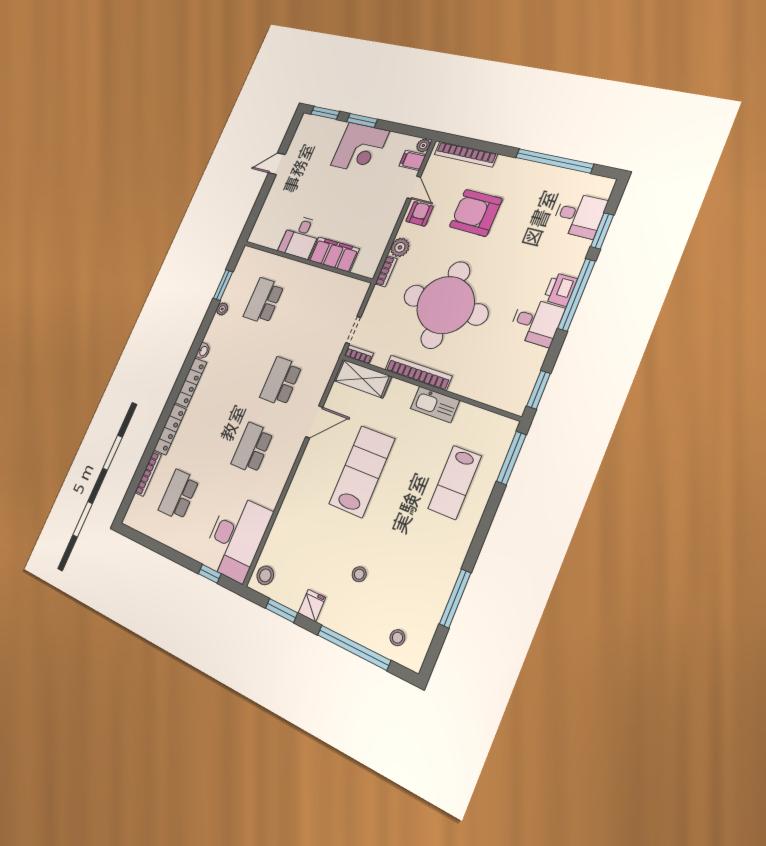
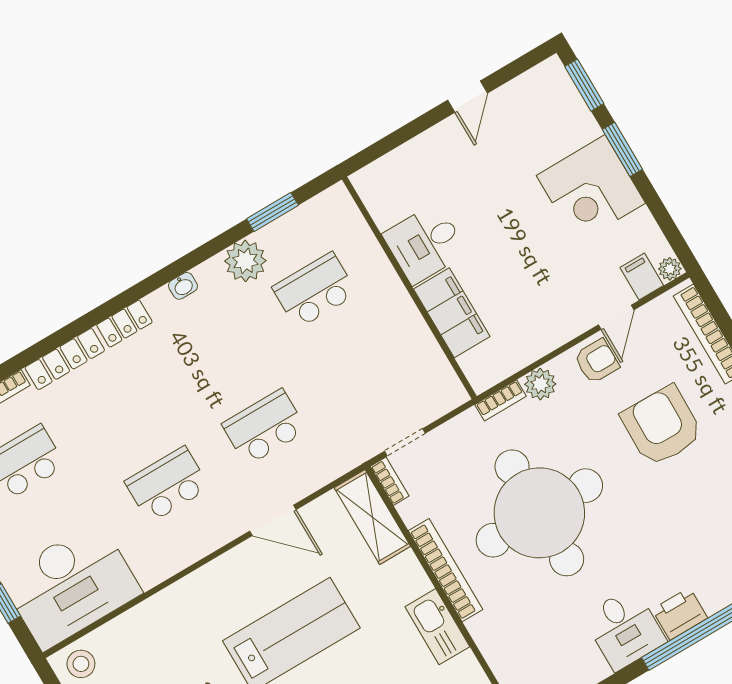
door: (277, 164) -> (467, 97), swing flipped
plant: (222, 309) -> (245, 261), width x1.88, depth x1.88
locker: (191, 383) -> (124, 324), width x0.66

